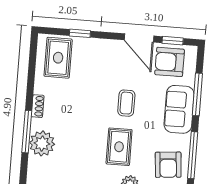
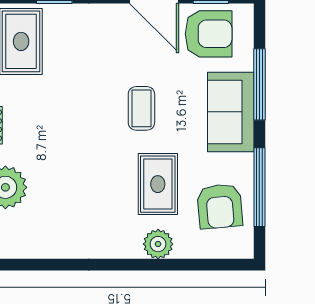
armchair: (170, 62) -> (209, 34), turned 180
rug: (119, 147) -> (158, 184), moved

